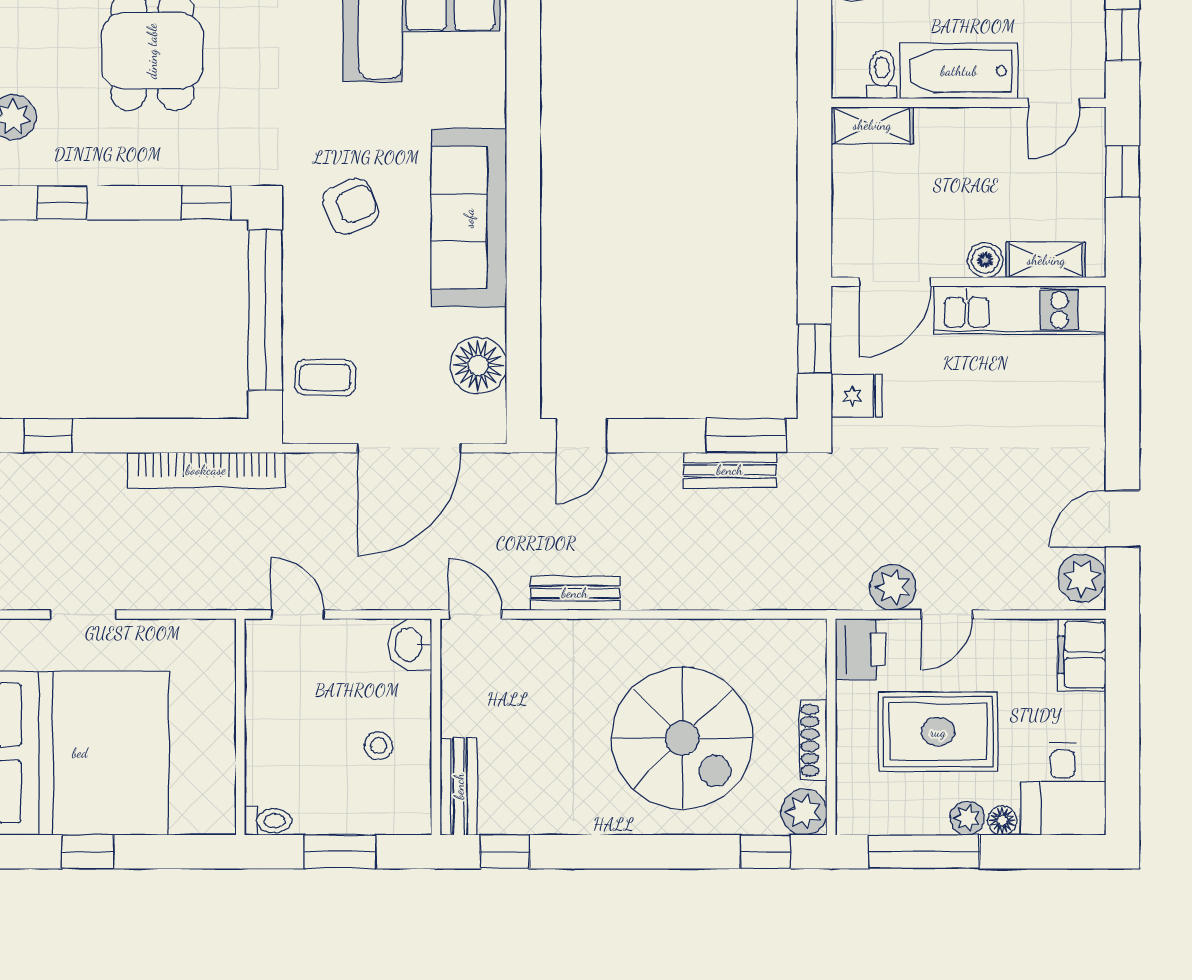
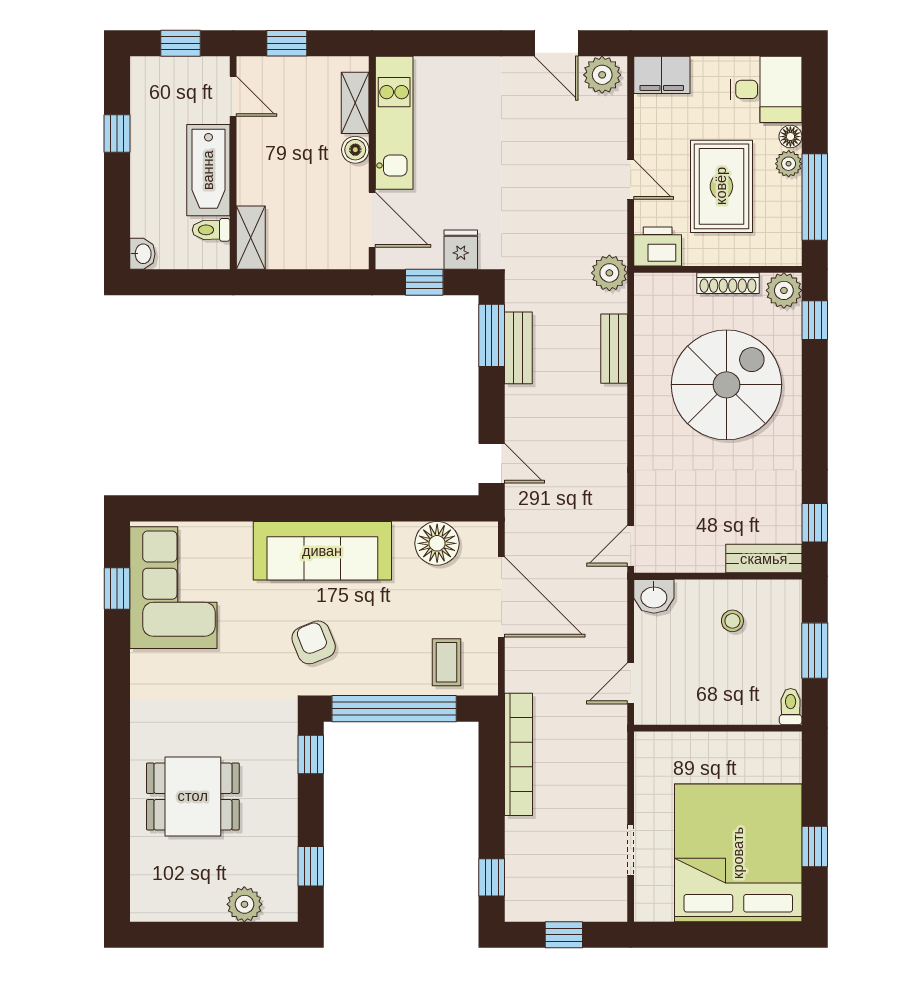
plant: (893, 587) -> (609, 273), moved
bench: (575, 593) -> (614, 349), moved

